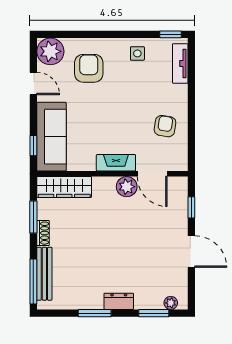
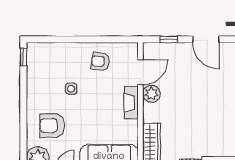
side table: (137, 53) -> (71, 89), moved
tv unit: (180, 63) -> (48, 49), removed
door: (191, 252) -> (206, 39), swing flipped

